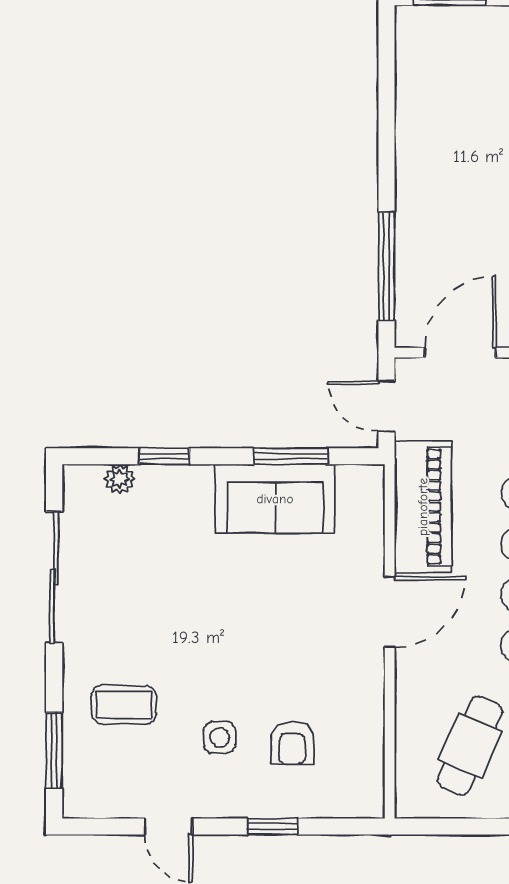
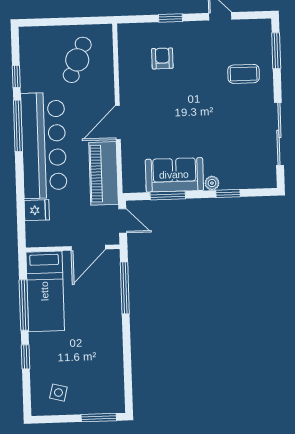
plant: (120, 479) -> (212, 183), moved
side table: (220, 738) -> (197, 60), removed

